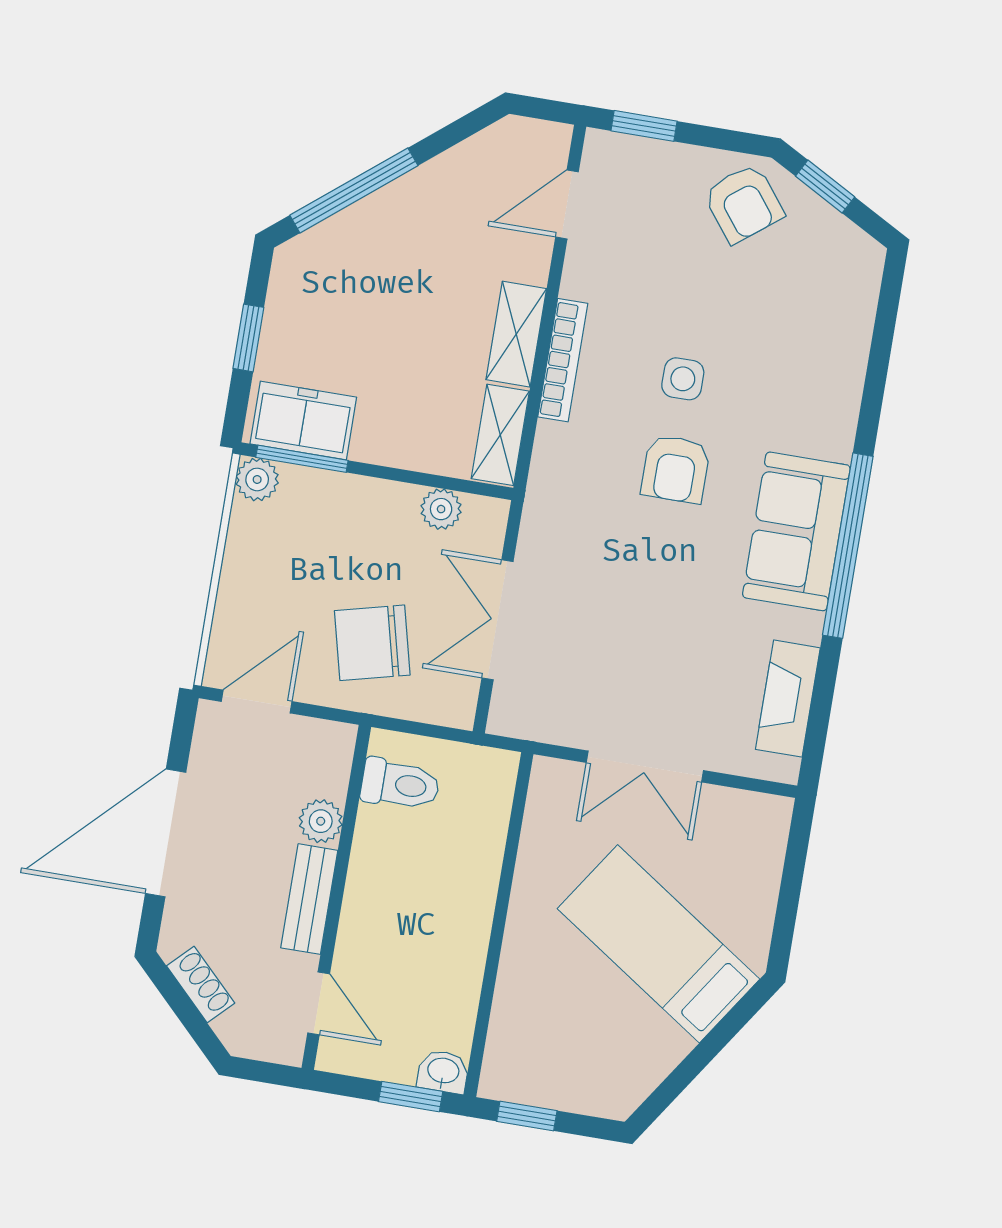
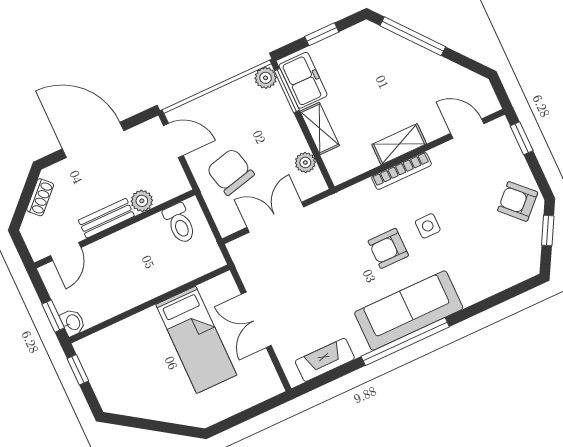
armchair: (744, 203) -> (518, 201), turned 83
shelving: (500, 435) -> (320, 128), moved, turned 90
sofa: (796, 531) -> (409, 311), width x1.36
bed: (658, 944) -> (196, 340), moved, turned 146

